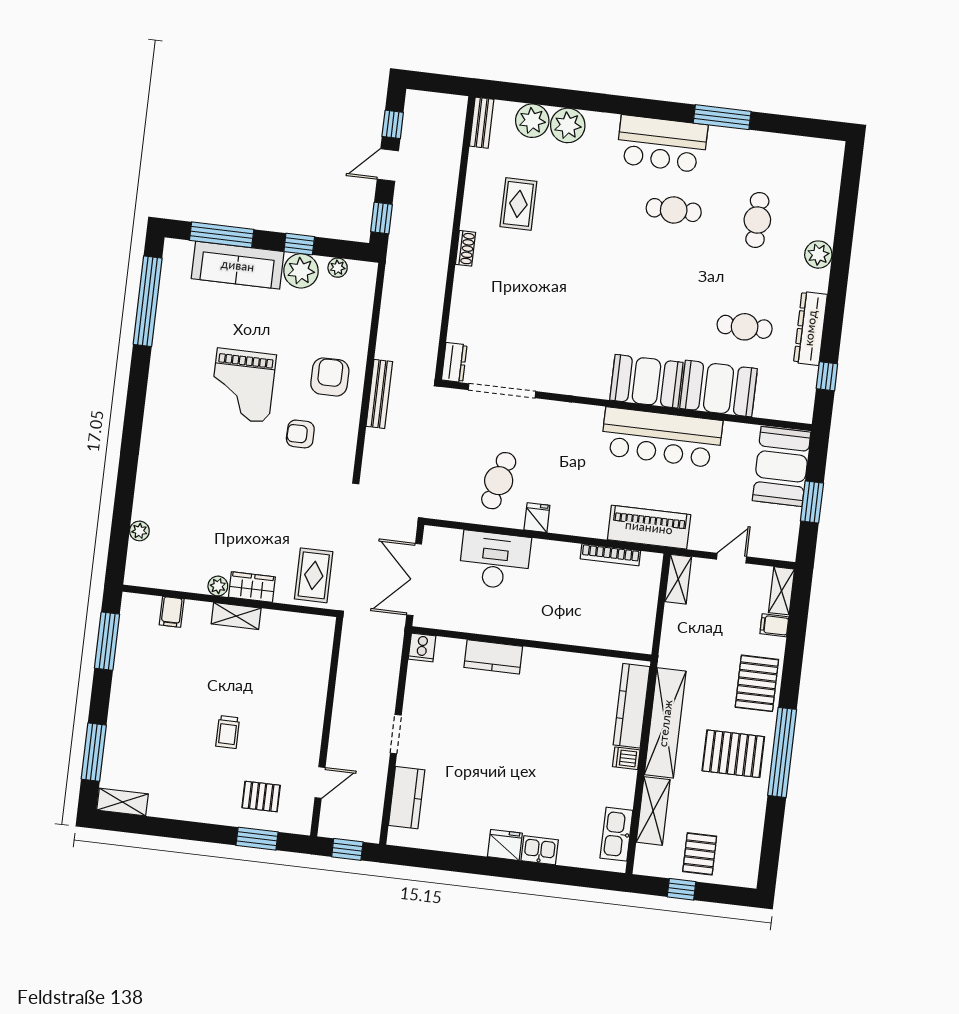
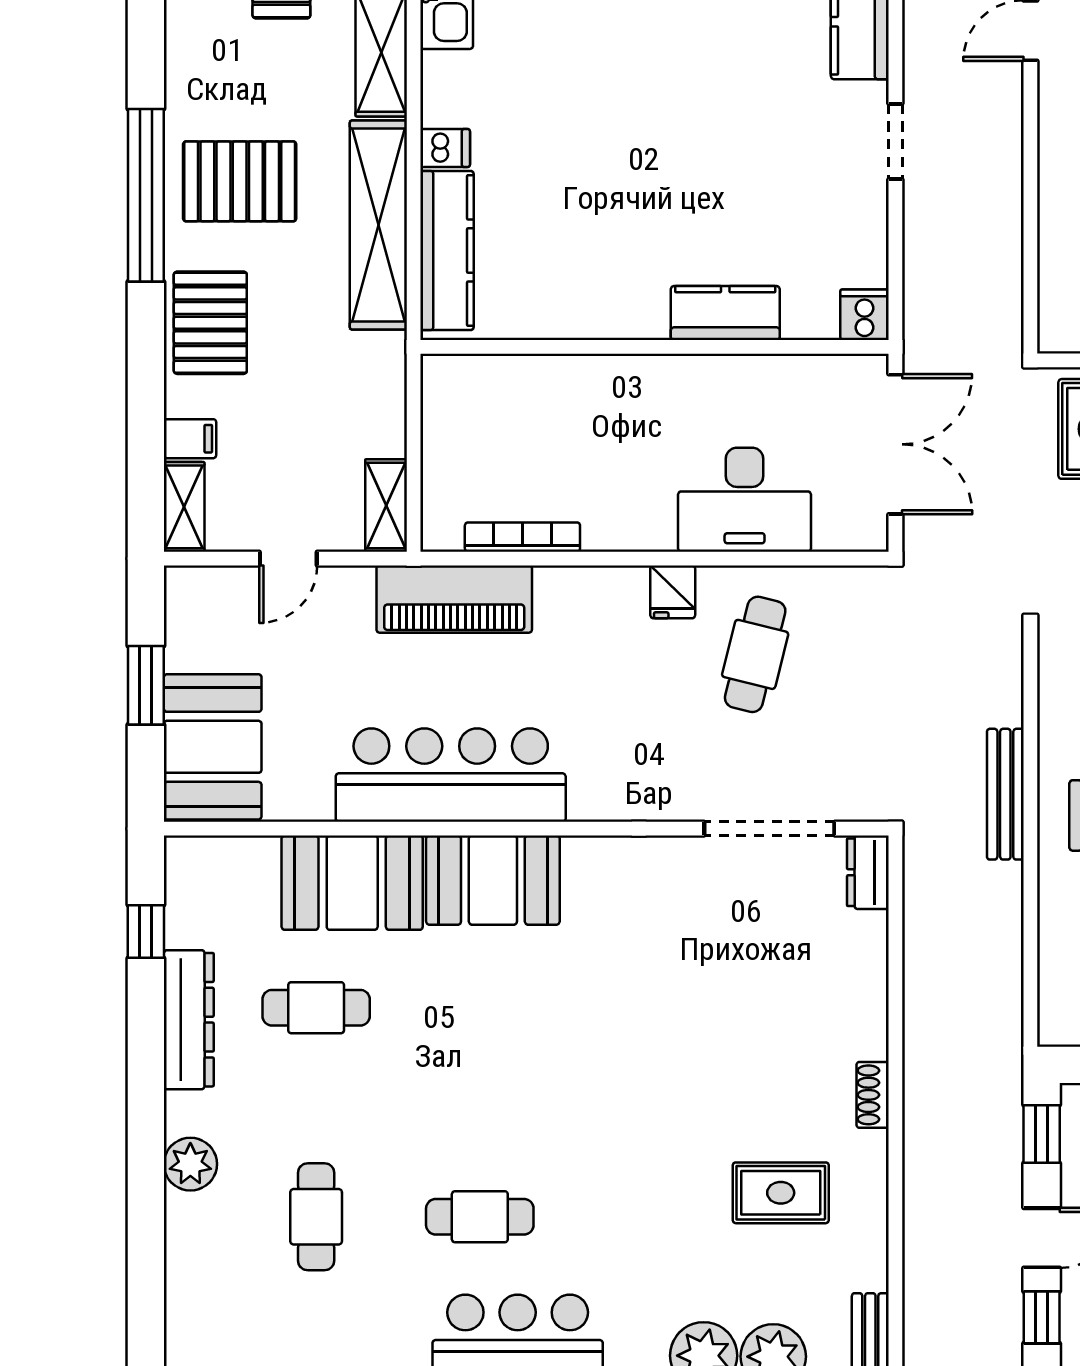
rug: (518, 204) -> (781, 1193), turned 90

